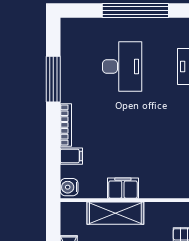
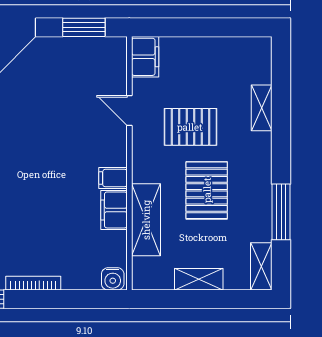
filing cabinet: (71, 156) -> (113, 178), moved, turned -90

